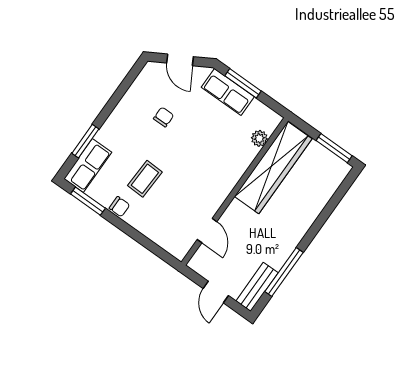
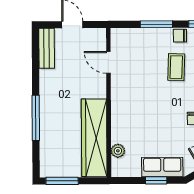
window: (243, 83) -> (156, 180), width x0.67
window: (134, 234) -> (156, 24), added
window: (284, 272) -> (36, 118), moved

